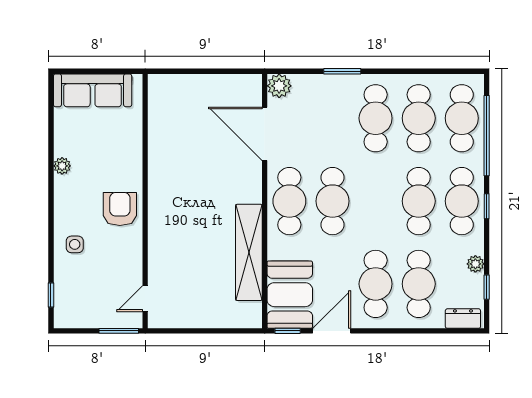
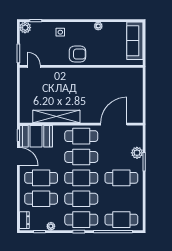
plant: (279, 86) -> (137, 153), moved
cafe table: (419, 118) -> (81, 178), moved
plant: (65, 317) -> (25, 28), added

